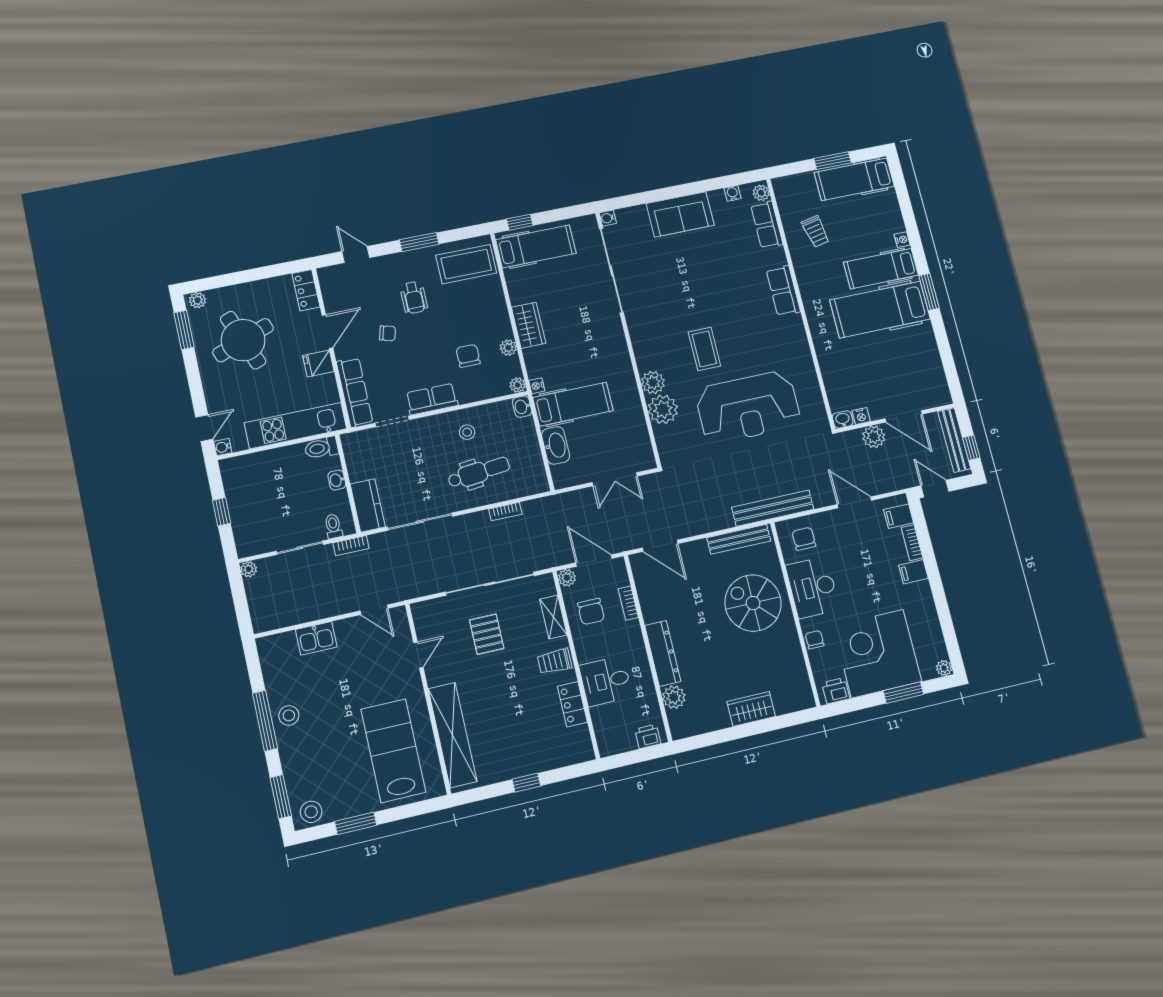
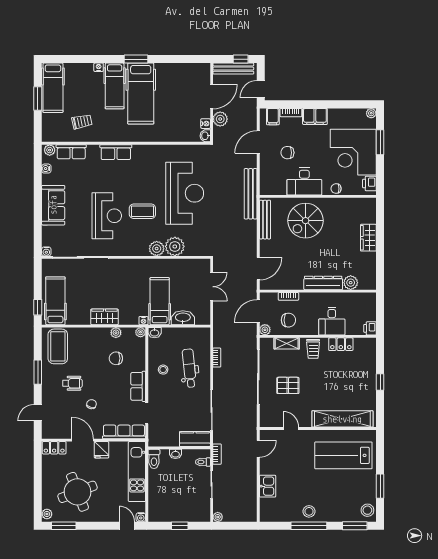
reception desk: (684, 297) -> (107, 216), added
chair: (804, 539) -> (287, 153), moved
filing cabinet: (913, 572) -> (315, 116), width x2.00
printer: (648, 736) -> (370, 328), moved

